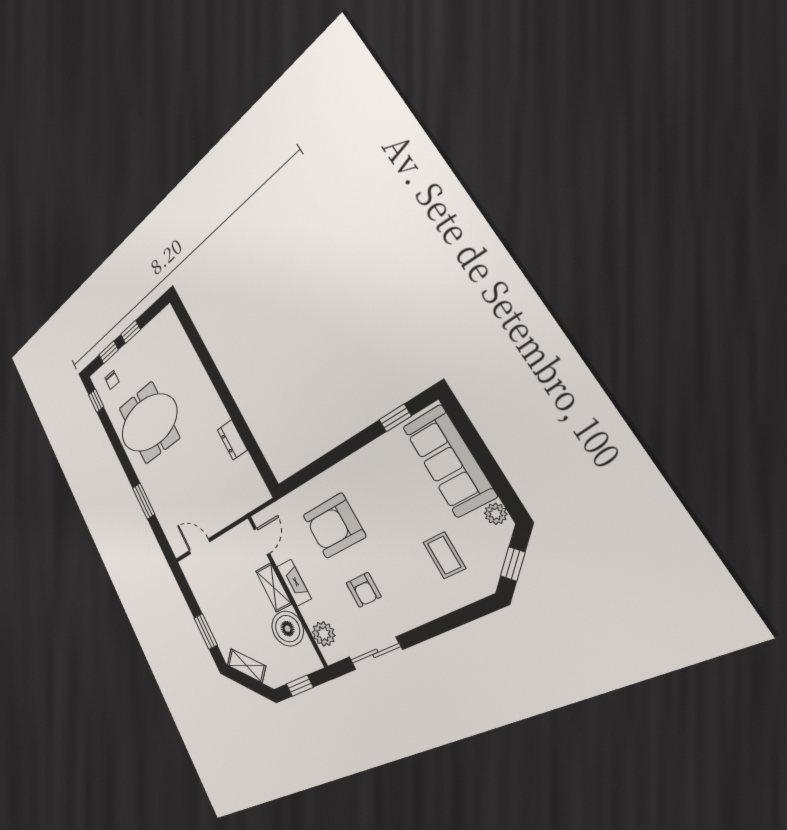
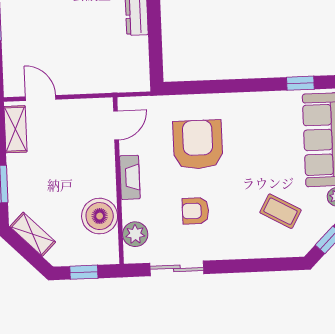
armchair: (334, 526) -> (198, 145), turned 90
coffee table: (444, 555) -> (280, 211), turned -61
shelving: (274, 587) -> (15, 129), moved
armchair: (364, 590) -> (195, 211), turned 90

